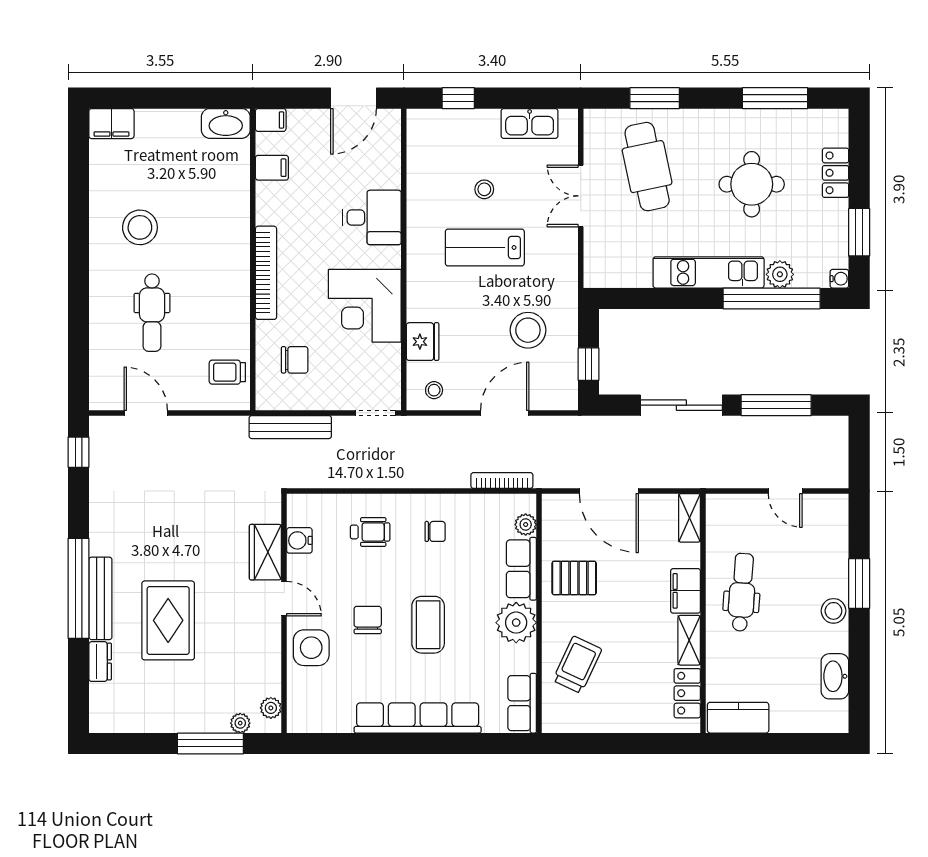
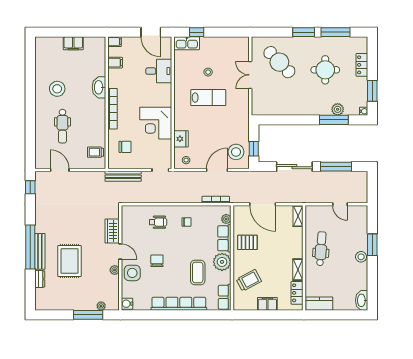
door: (354, 98) -> (151, 32), hinge flipped
window: (655, 98) -> (304, 32), moved
washbasin: (226, 123) -> (99, 87), moved, turned 90
kitchen sink: (530, 123) -> (187, 43), moved
filing cabinet: (111, 124) -> (73, 43), moved
cafe table: (647, 167) -> (279, 62), turned -32
desk: (372, 217) -> (159, 71), moved
lab bench: (485, 247) -> (208, 98), turned 180
kitchen unit: (709, 272) -> (306, 108), removed
window: (772, 298) -> (334, 120), width x0.68
stool: (528, 330) -> (236, 152), moved
water cooler: (299, 540) -> (127, 304), moved
filing cabinet: (686, 591) -> (267, 304), moved, turned 90
coffee table: (428, 625) -> (198, 273), moved
trolley: (577, 665) -> (249, 280), turned 37
washbasin: (835, 676) -> (362, 300), moved
plant: (271, 708) -> (115, 270), moved

